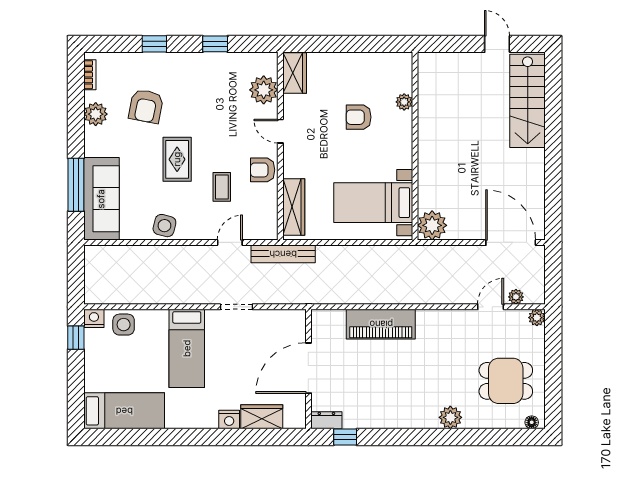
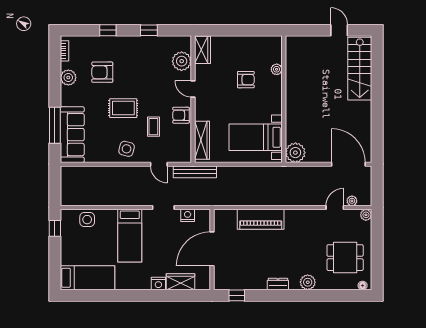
armchair: (146, 106) -> (102, 72), turned 79
armchair: (359, 117) -> (246, 80), turned 180
rug: (177, 159) -> (123, 108), turned 90
side table: (164, 226) -> (127, 149), moved
door: (230, 242) -> (159, 164), swing flipped
nightstand: (94, 318) -> (188, 215), moved
dresser: (326, 420) -> (278, 284), moved

